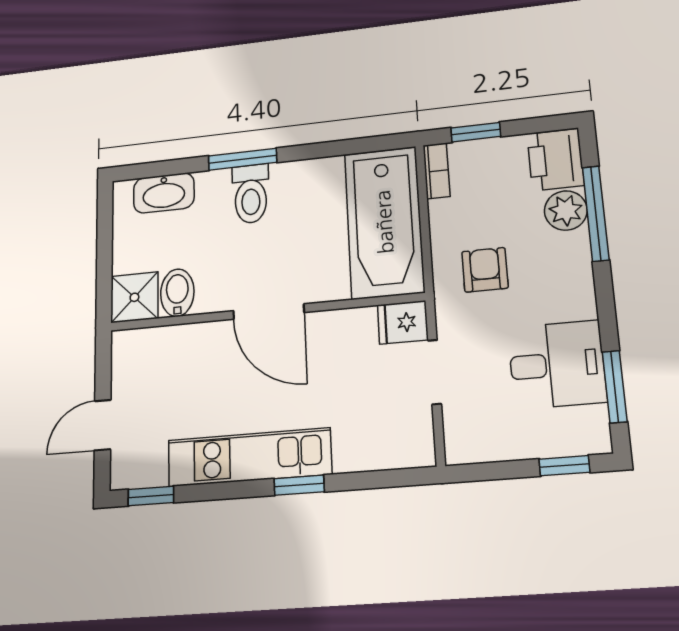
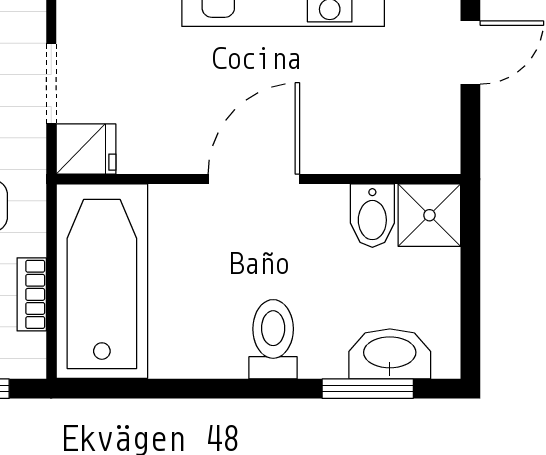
window: (243, 159) -> (368, 389), moved
bookcase: (436, 171) -> (32, 294), moved
door: (269, 312) -> (254, 179), hinge flipped

